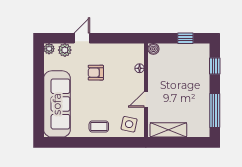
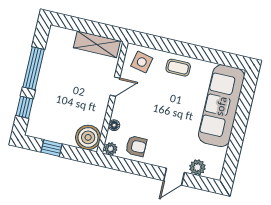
plant: (49, 49) -> (111, 149), moved
boiler: (153, 49) -> (88, 137), width x1.86, depth x1.86
armchair: (96, 73) -> (136, 146), moved
window: (215, 111) -> (34, 68), moved

